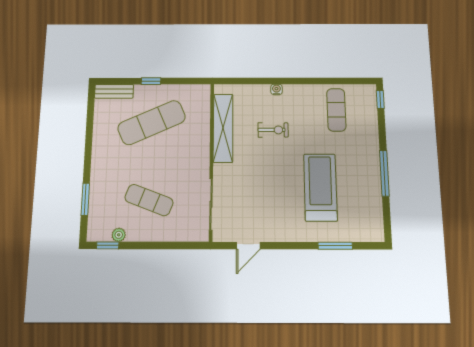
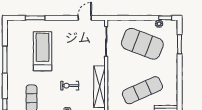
treadmill: (320, 187) -> (43, 51), turned 180
exercise mat: (149, 200) -> (142, 44), width x2.00, depth x1.45

